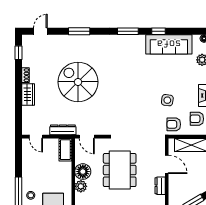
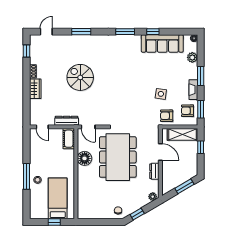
spiral stairs: (78, 82) -> (80, 77), width x0.73, depth x0.73
dining table: (120, 170) -> (118, 157), width x1.36, depth x1.24
plant: (81, 186) -> (83, 172), removed

